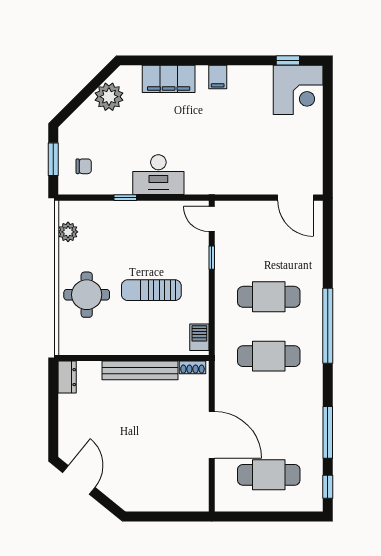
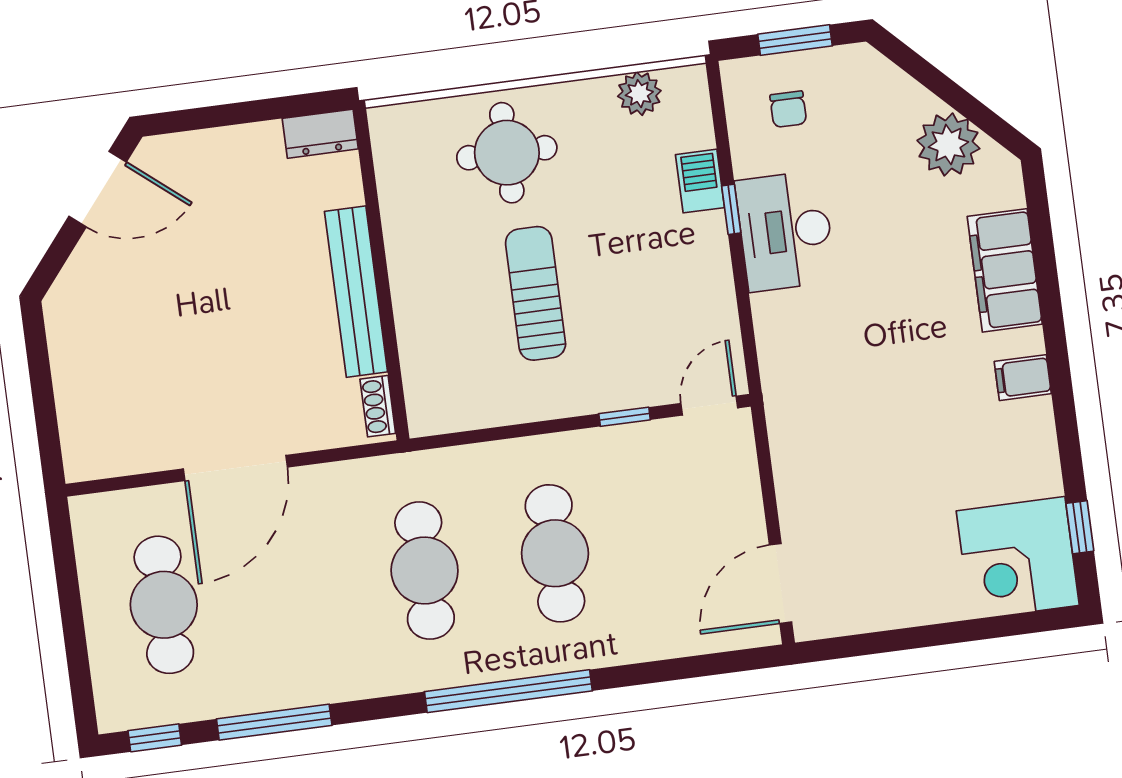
desk: (158, 175) -> (785, 231), moved
barbecue: (199, 337) -> (700, 181), moved, turned -90

